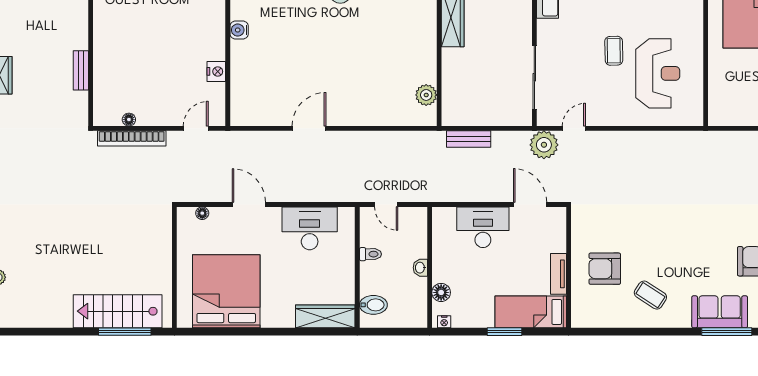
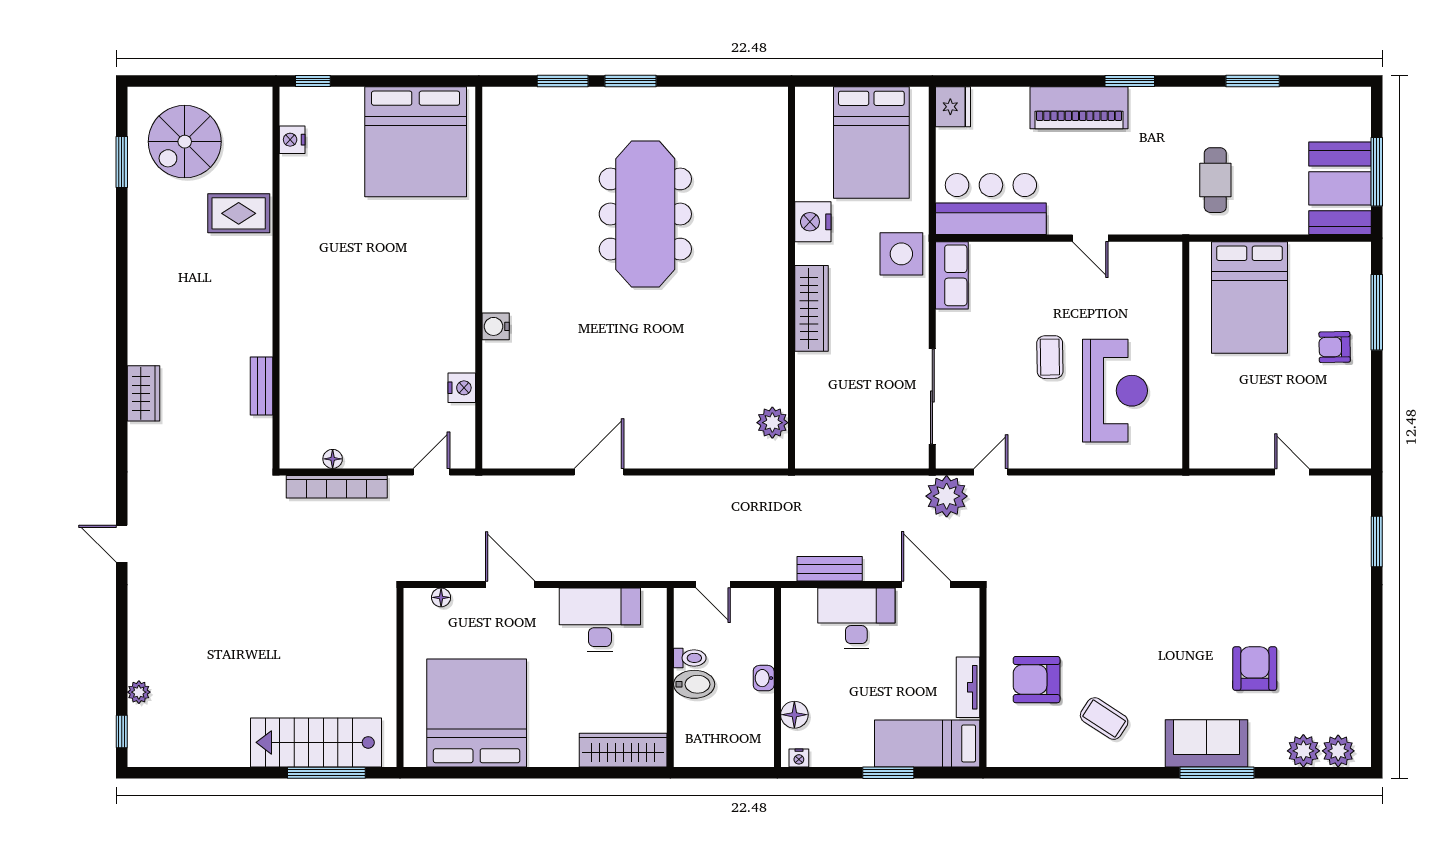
bench: (469, 139) -> (830, 569), moved
bidet: (373, 305) -> (694, 684), moved

